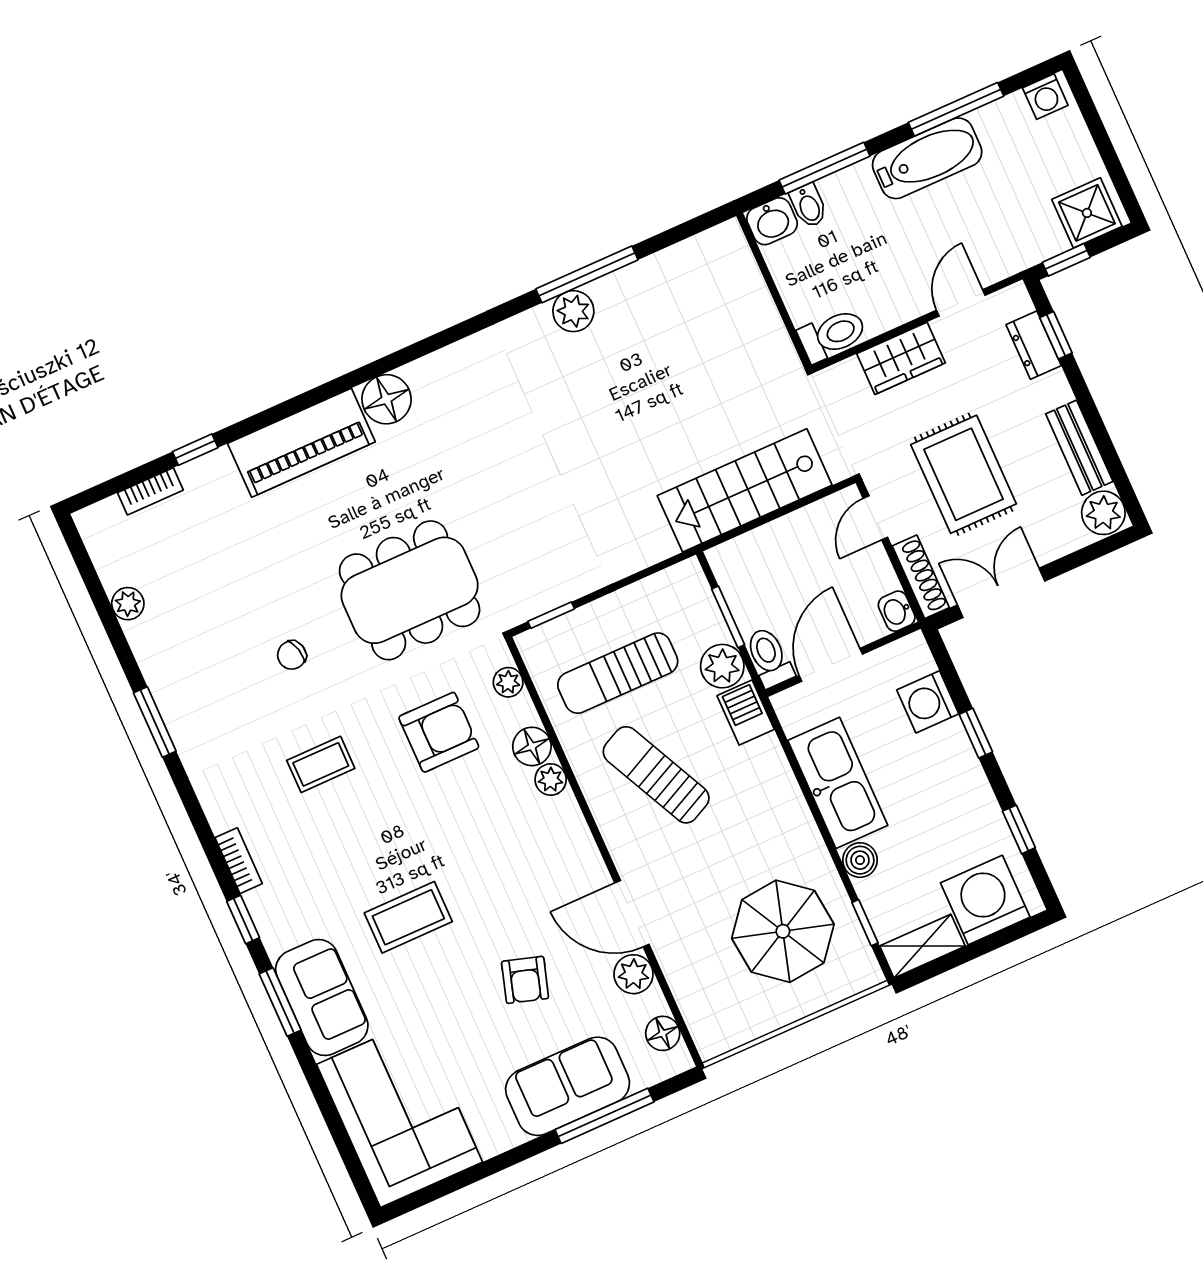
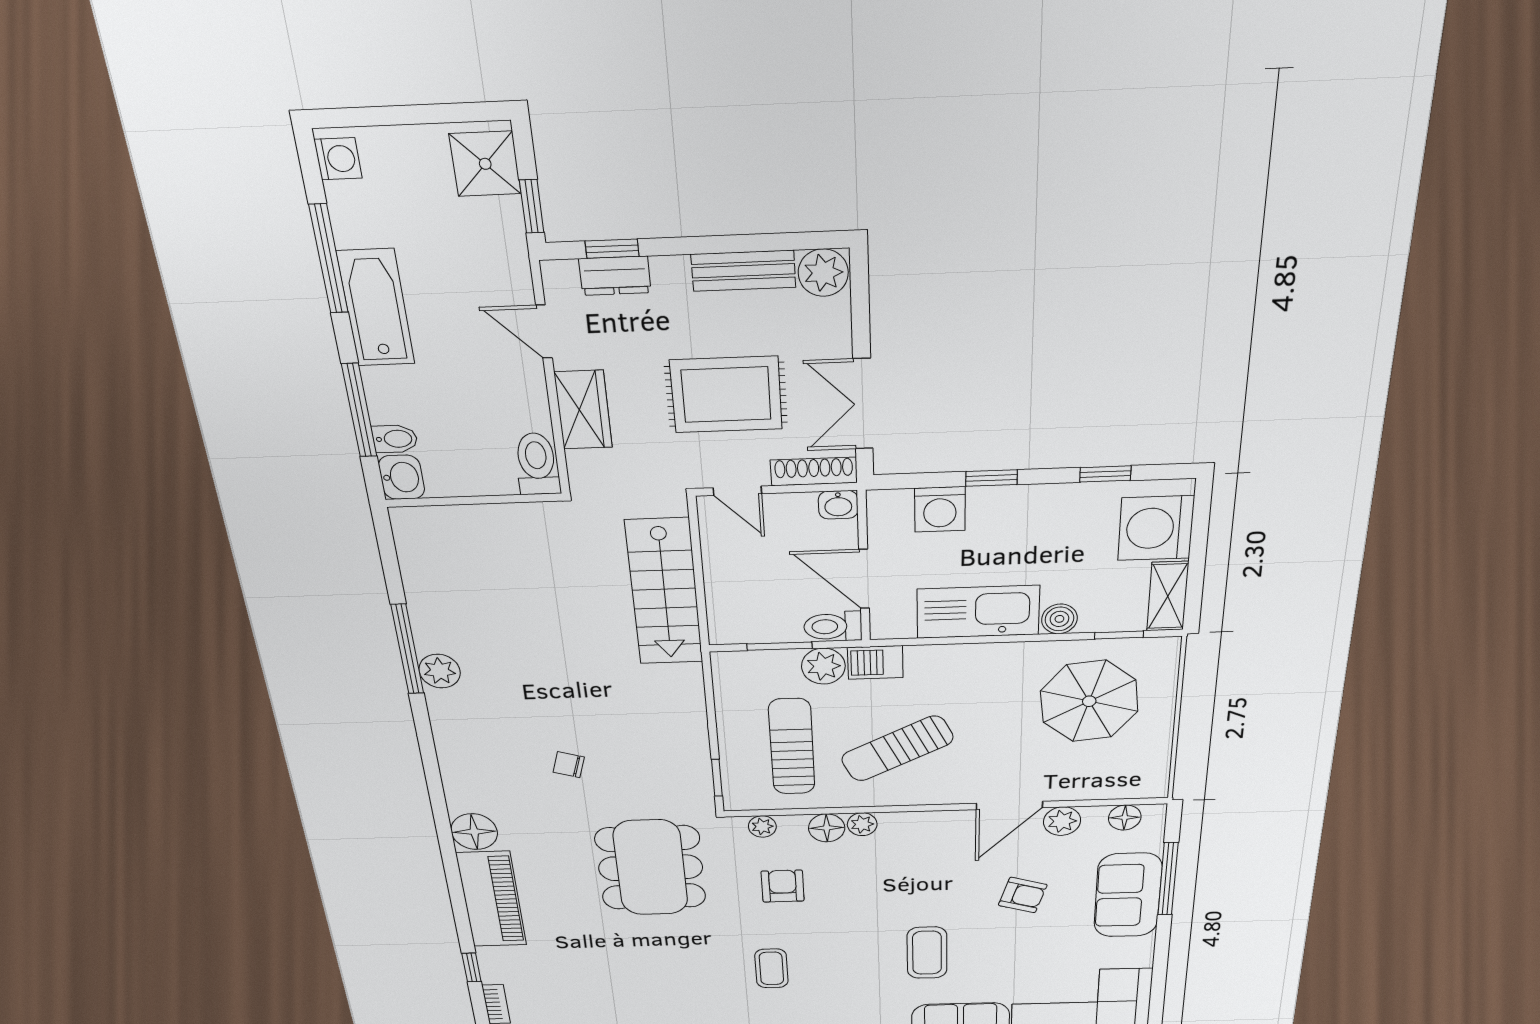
chair: (292, 655) -> (569, 765), moved, turned 121
sun lounger: (618, 673) -> (792, 747), turned 180
armchair: (439, 732) -> (783, 886), width x0.72, depth x0.72

